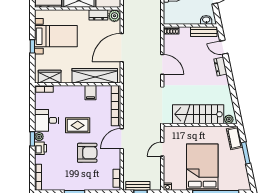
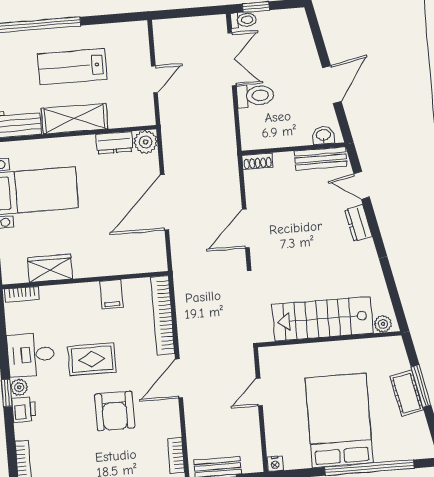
door: (162, 64) -> (246, 228), swing flipped
wardrobe: (95, 76) -> (117, 261), removed
wardrobe: (50, 77) -> (50, 268), moved
cot: (234, 138) -> (407, 393), moved
armchair: (87, 153) -> (115, 411), turned 90

